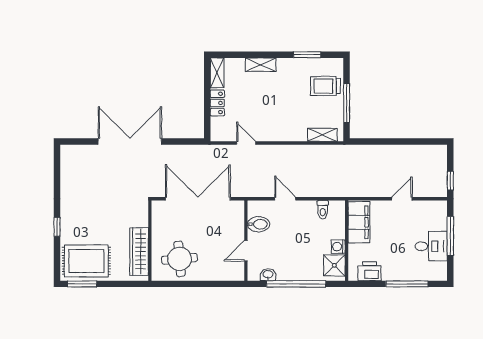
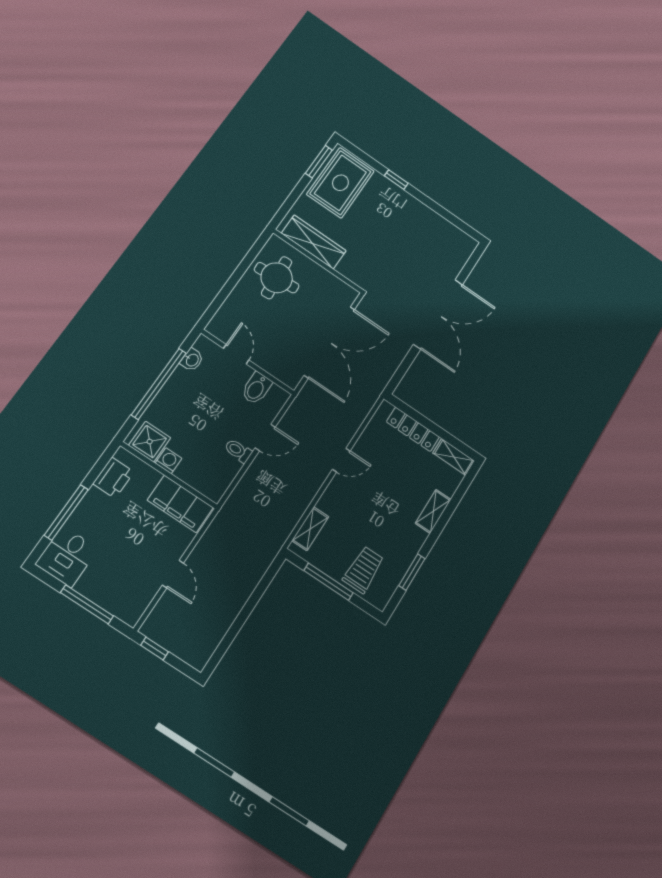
locker: (217, 103) -> (413, 429), width x1.53
door: (246, 143) -> (341, 460), moved
toilet: (323, 210) -> (238, 451), moved
desk: (431, 246) -> (67, 556), moved

